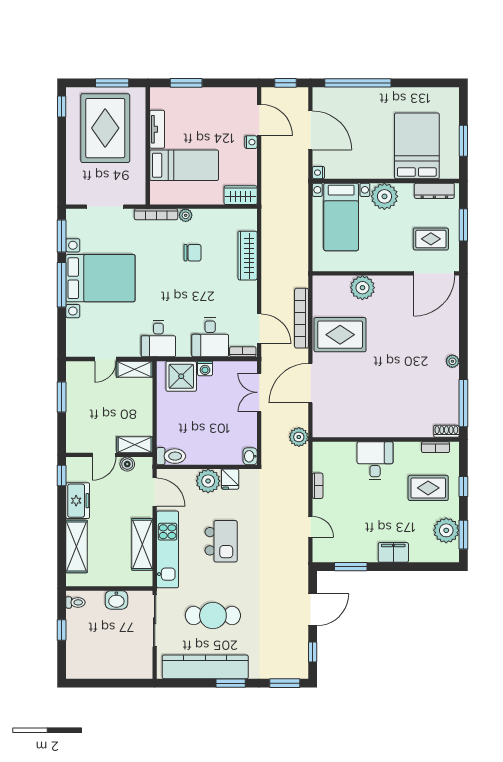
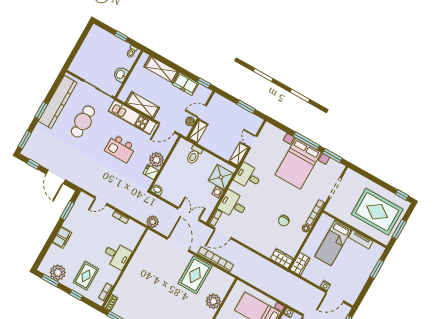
wardrobe: (248, 256) -> (282, 259), moved, width x0.67
door: (104, 455) -> (202, 112), hinge flipped
toilet: (171, 456) -> (194, 155), moved

